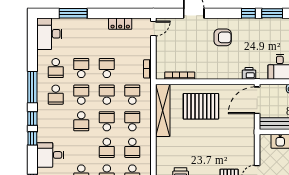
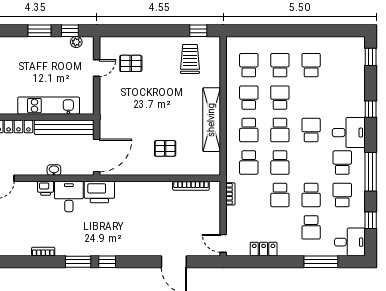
door: (153, 28) -> (223, 243), hinge flipped
desk: (49, 34) -> (350, 242), width x0.73
armchair: (223, 37) -> (139, 232), removed
printer: (249, 73) -> (99, 192), width x1.87, depth x1.48
school desk: (81, 95) -> (311, 227), moved
pallet: (201, 106) -> (165, 148), width x0.49, depth x0.50
shelving: (163, 110) -> (212, 120), moved
window: (32, 118) -> (371, 220), moved
desk: (50, 155) -> (349, 133), moved

